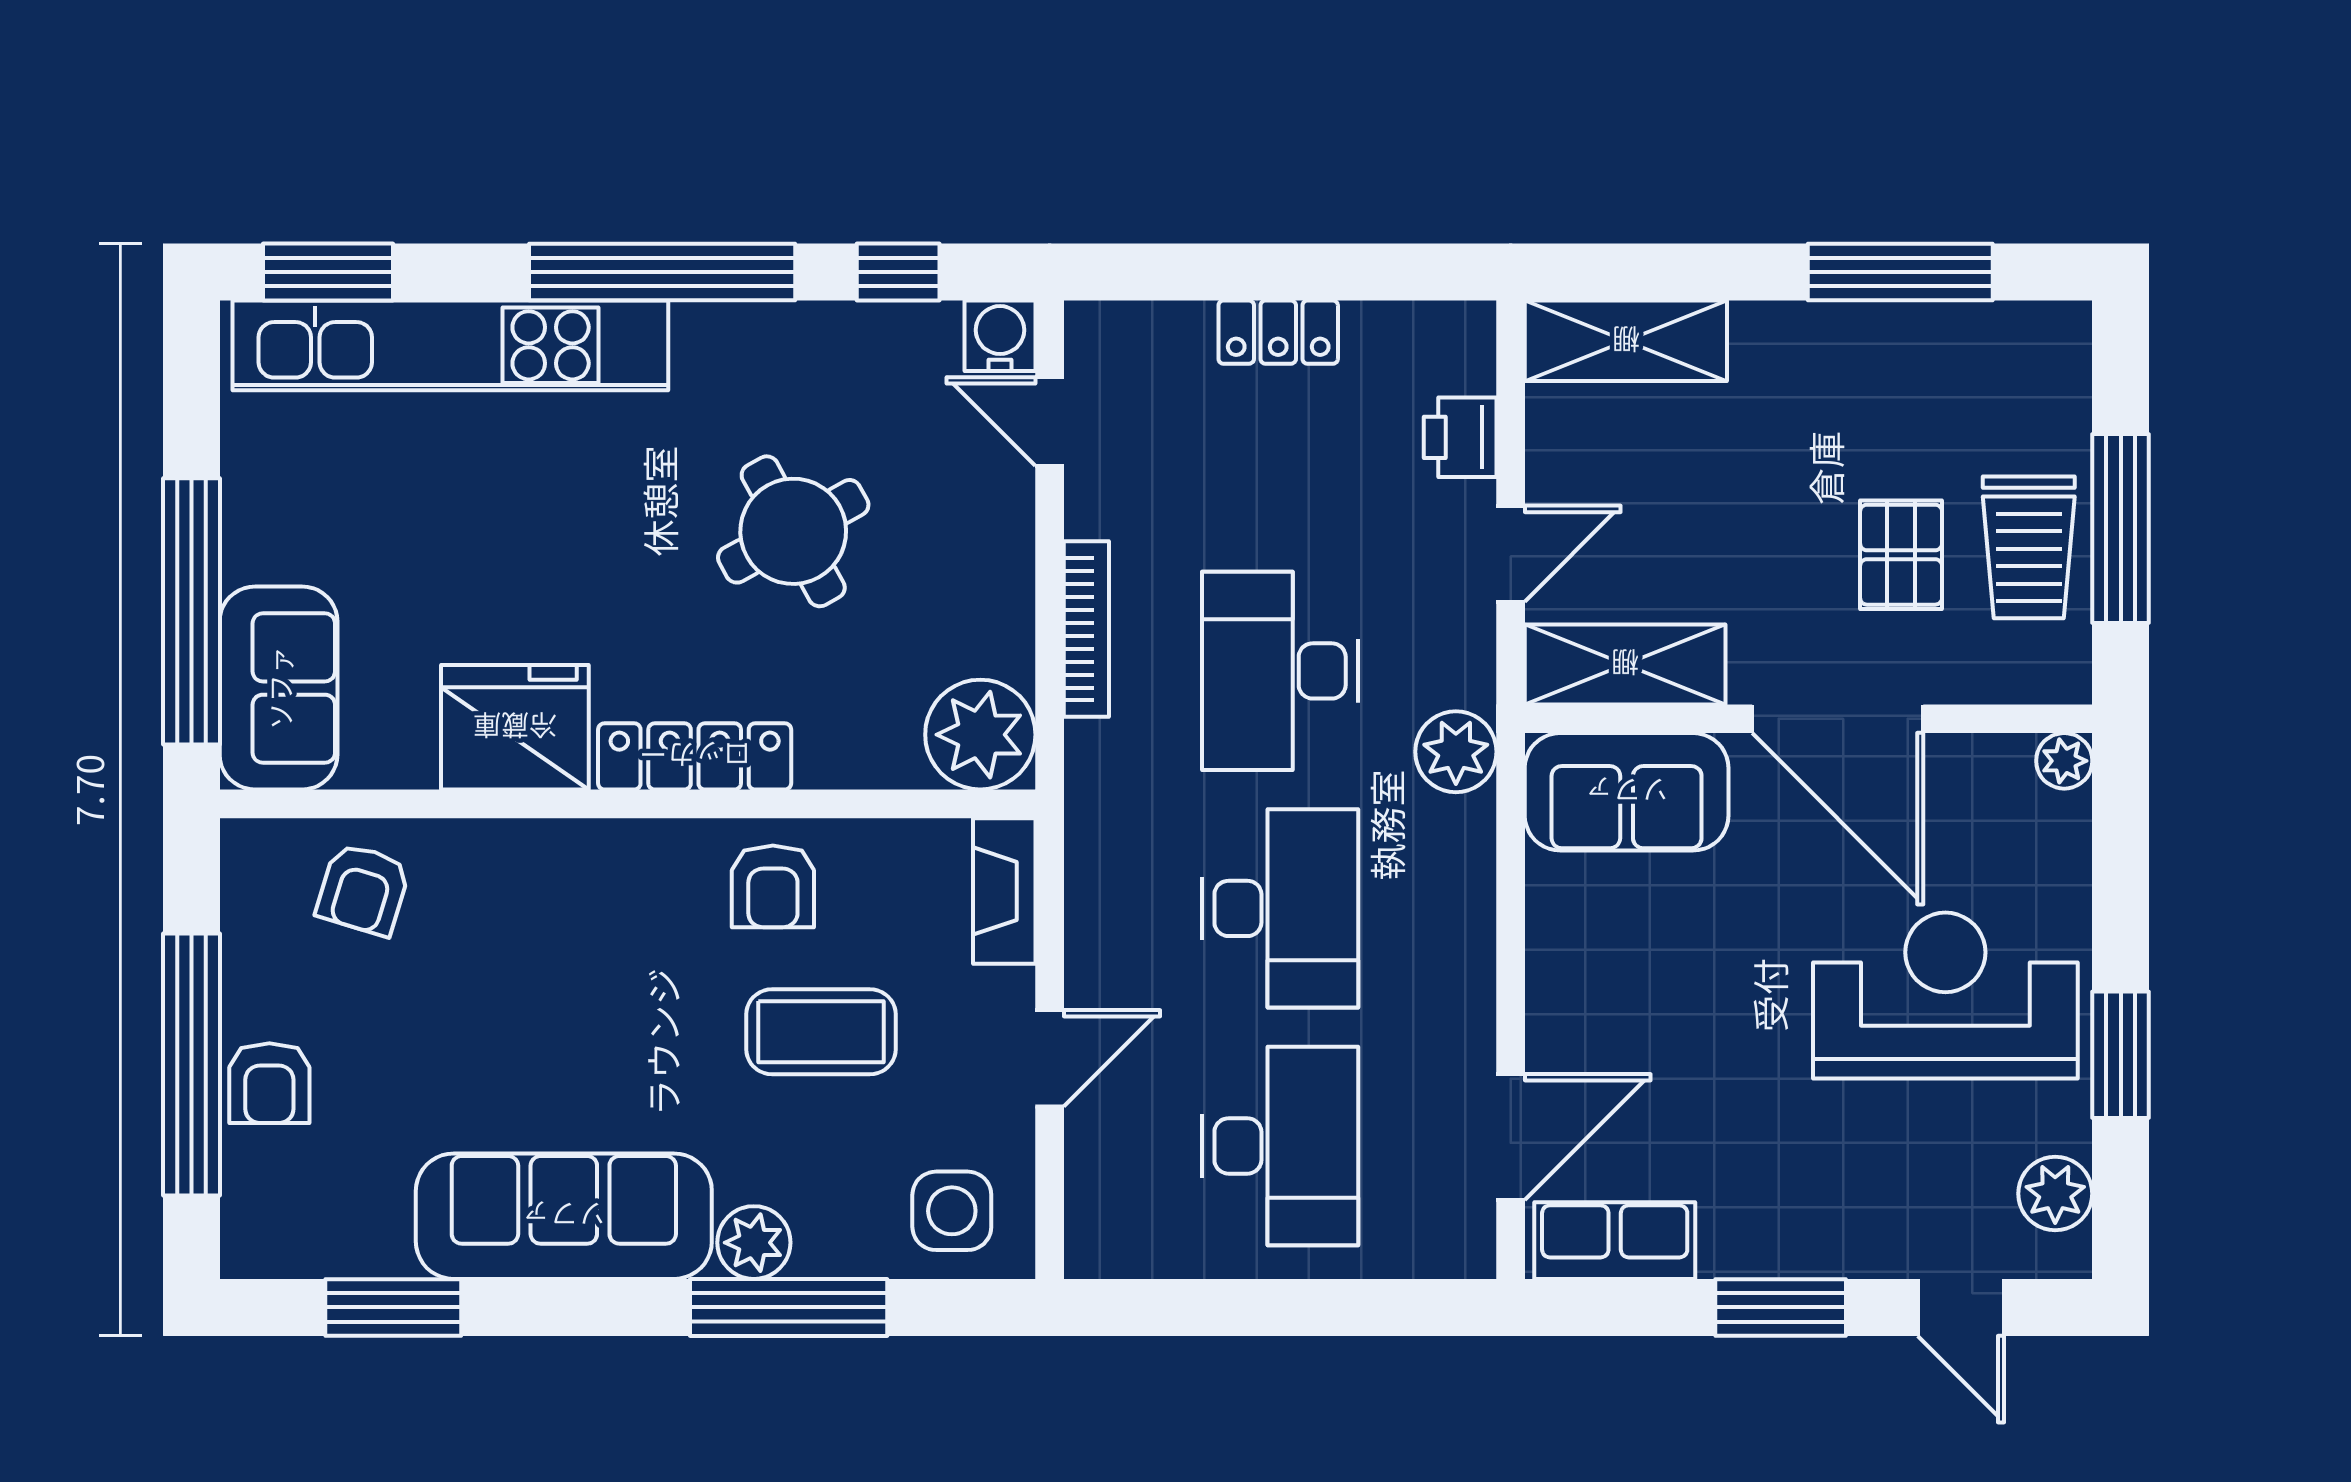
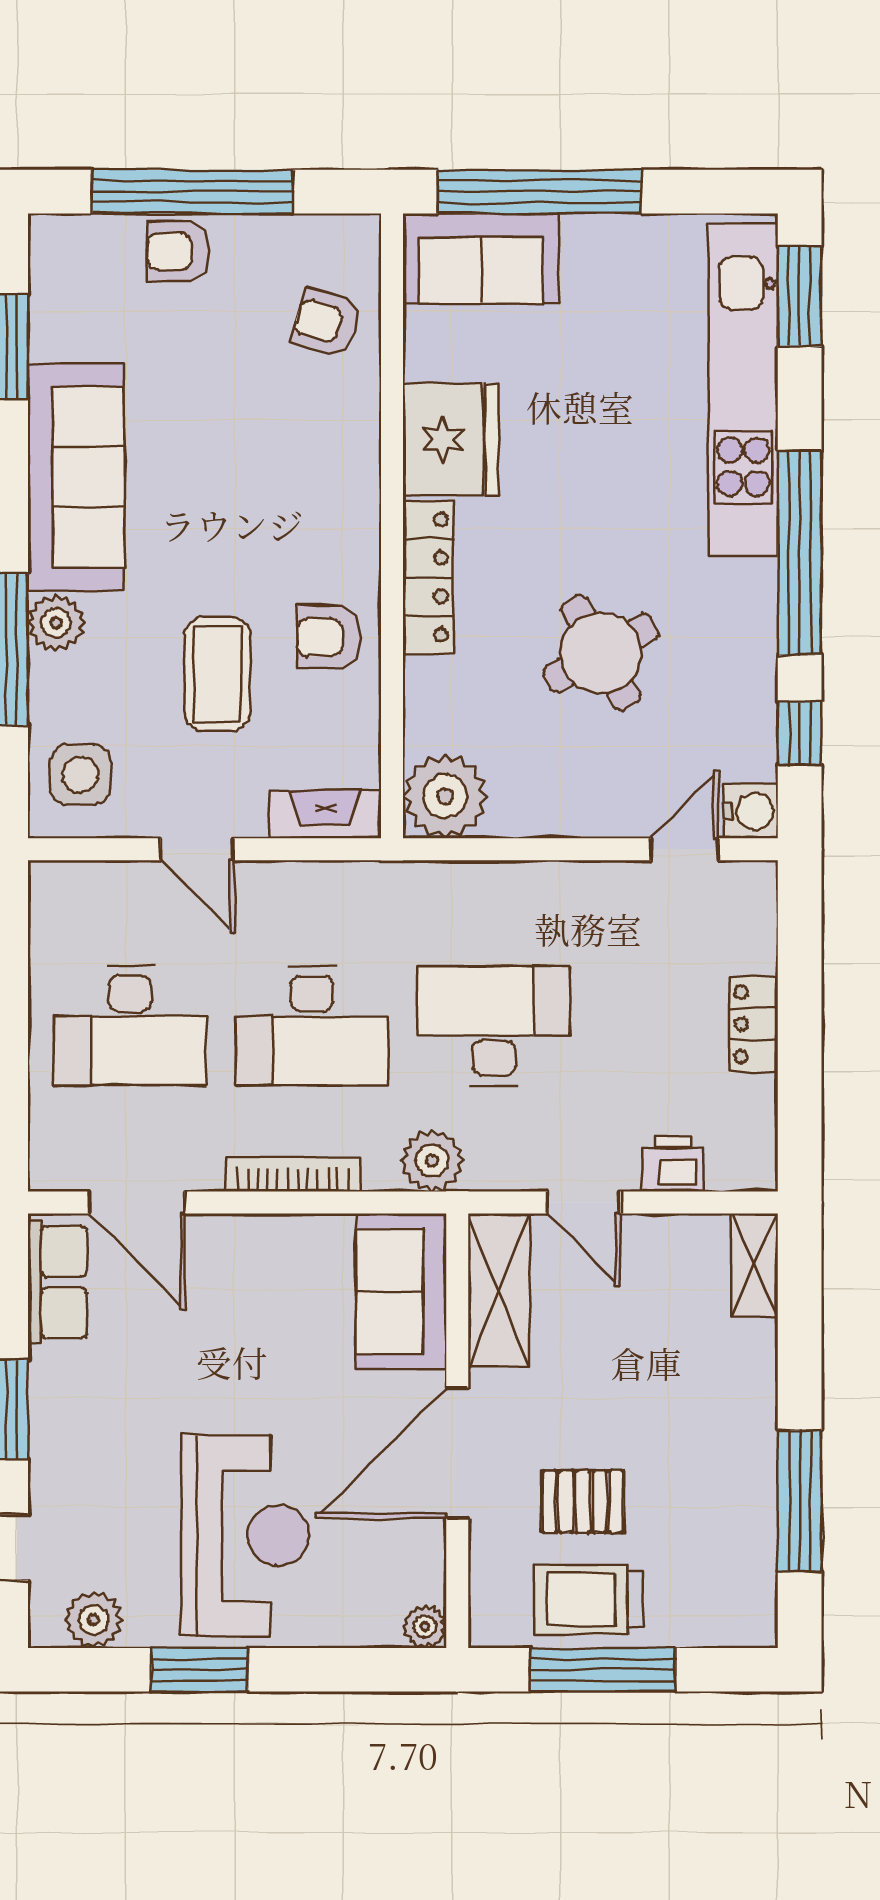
shelving: (1626, 341) -> (755, 1265), width x0.67, depth x0.75
bookcase: (1086, 629) -> (293, 1174), moved, turned 180

